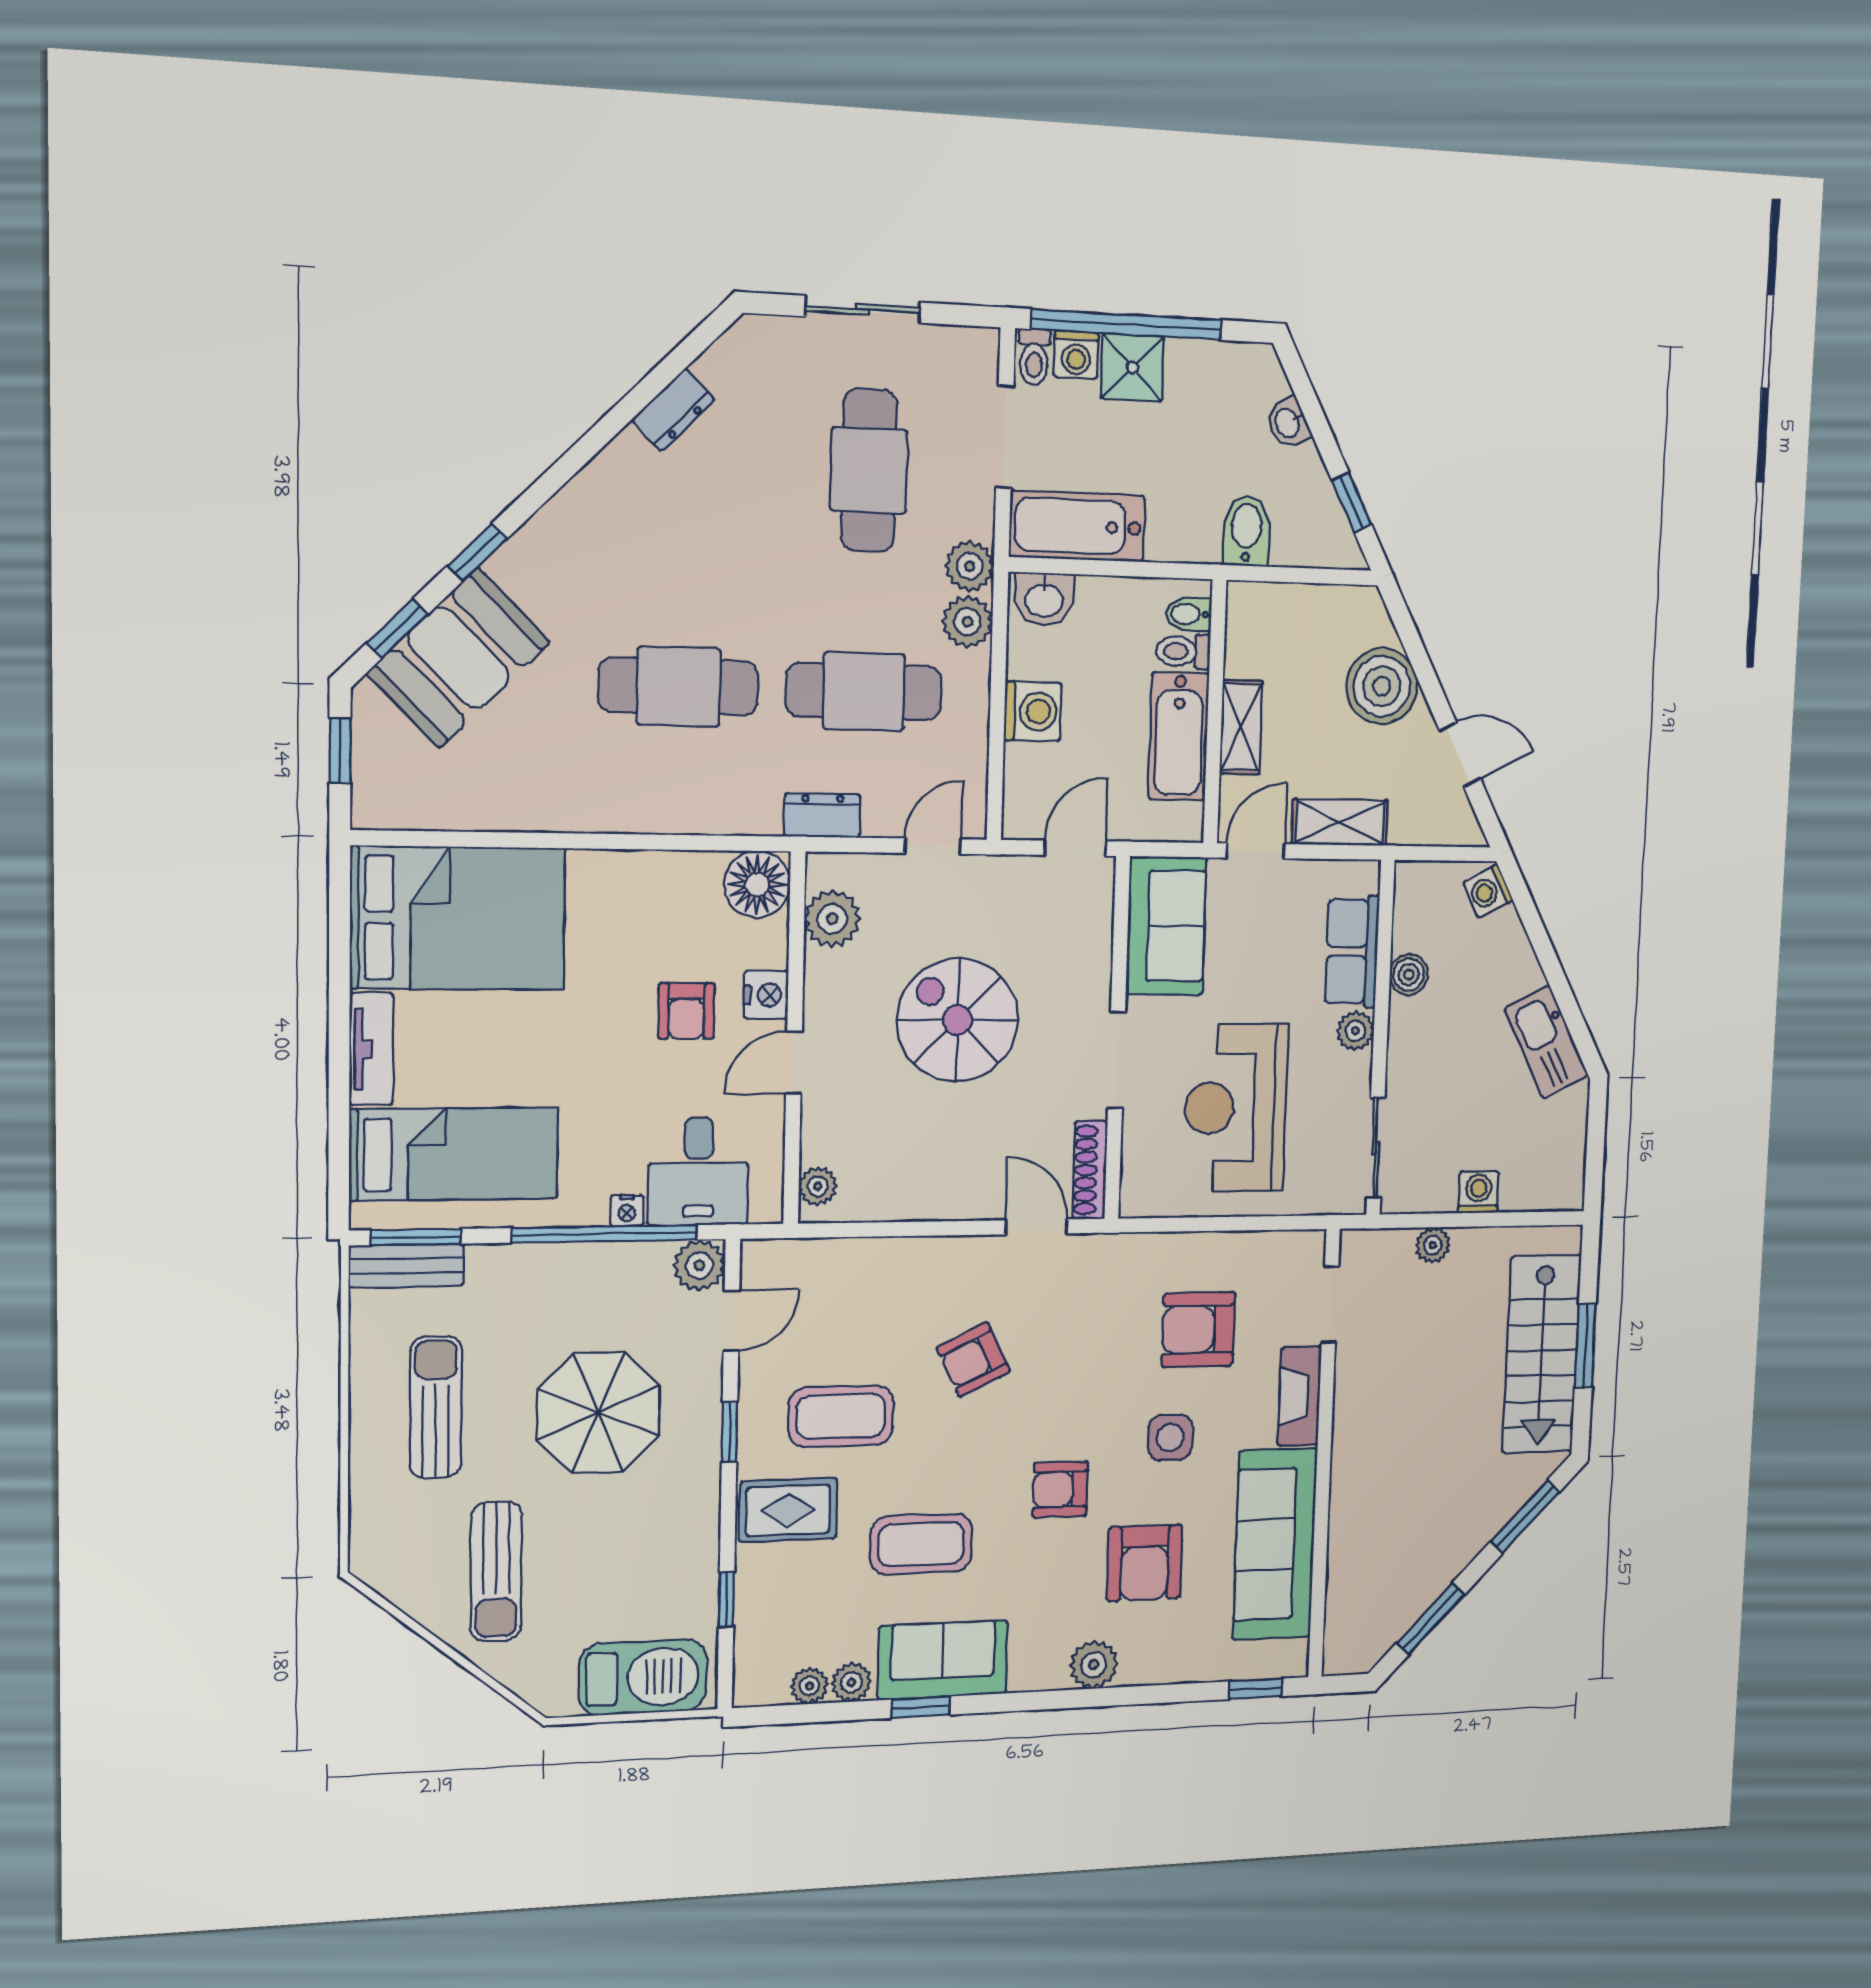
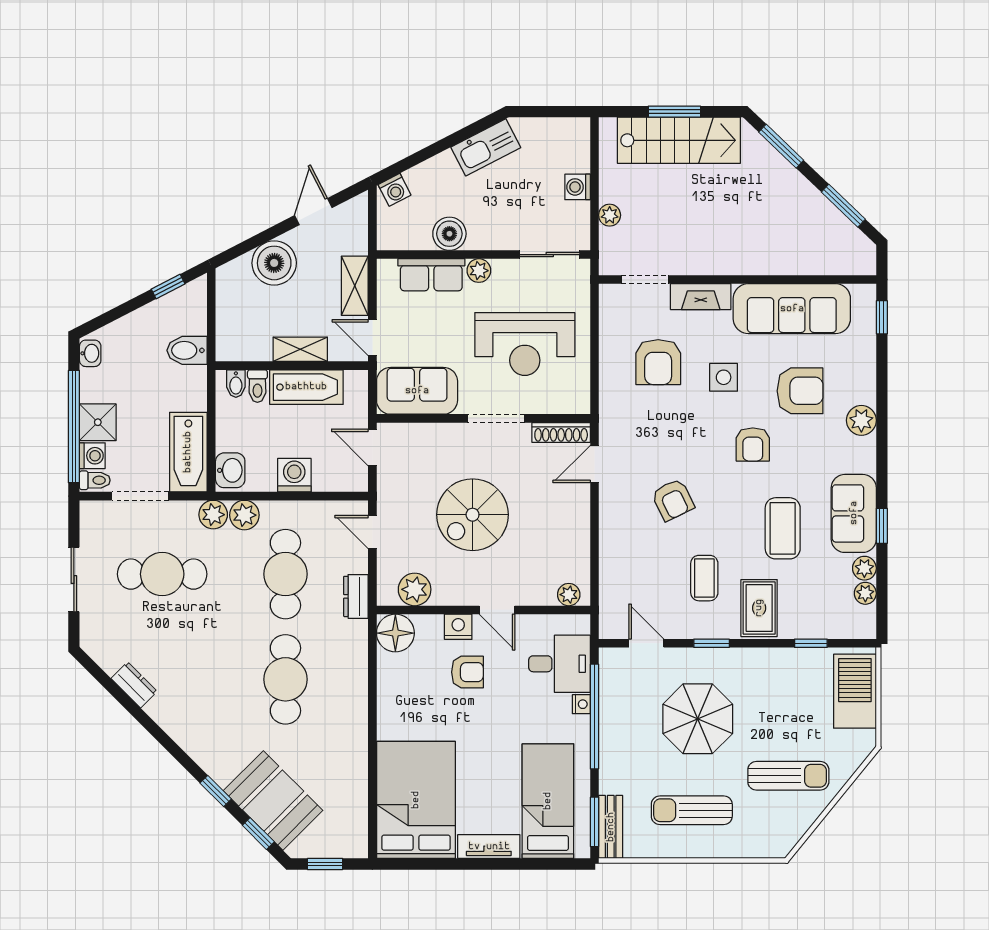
washbasin: (1288, 423) -> (90, 353), moved, turned -63
boiler: (1409, 975) -> (449, 234), width x1.36, depth x1.36
plant: (699, 1265) -> (614, 662), removed
coffee table: (841, 1416) -> (704, 578), width x0.73, depth x0.77

